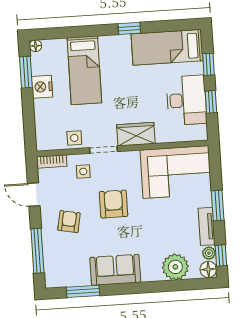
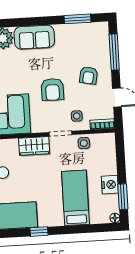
sofa: (115, 270) -> (34, 37), moved

